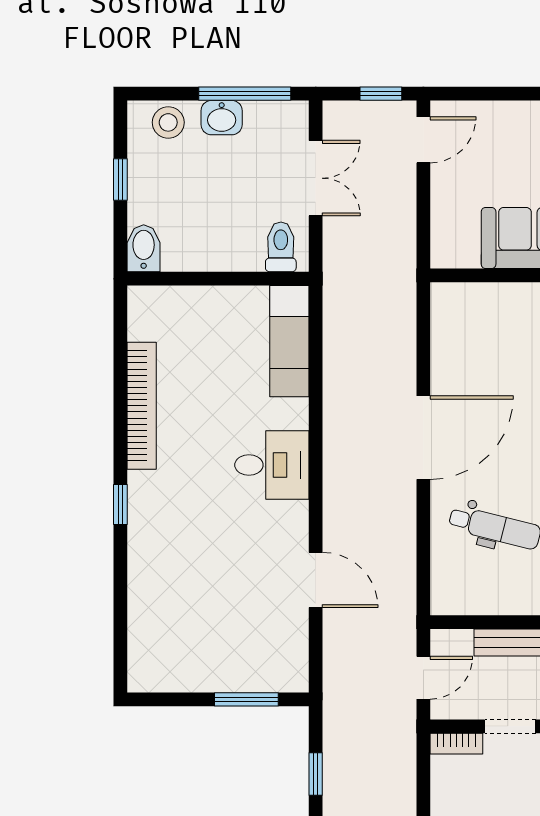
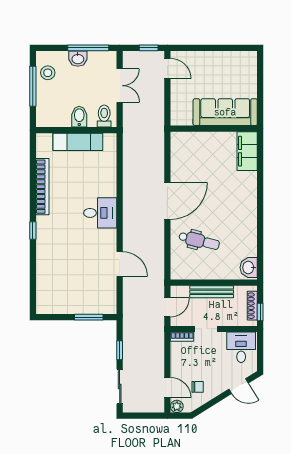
stool: (168, 122) -> (48, 73), moved
door: (423, 140) -> (167, 69), hinge flipped
window: (120, 180) -> (33, 86), width x2.17
bidet: (144, 248) -> (79, 117), moved
exam couch: (289, 341) -> (78, 142), moved, turned -90

